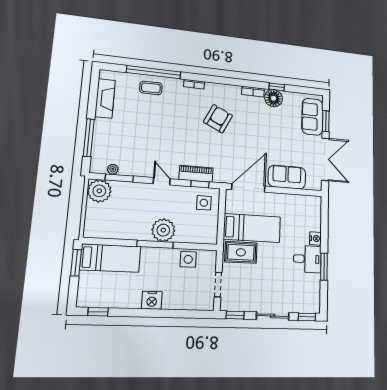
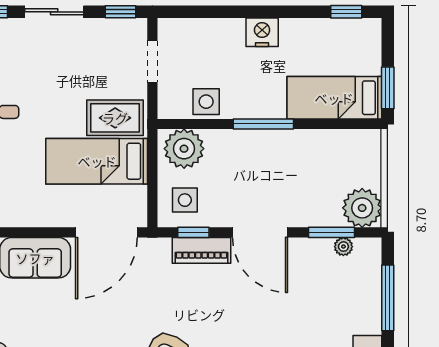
door: (162, 181) -> (260, 232), width x1.88
plant: (163, 230) -> (184, 149), moved

